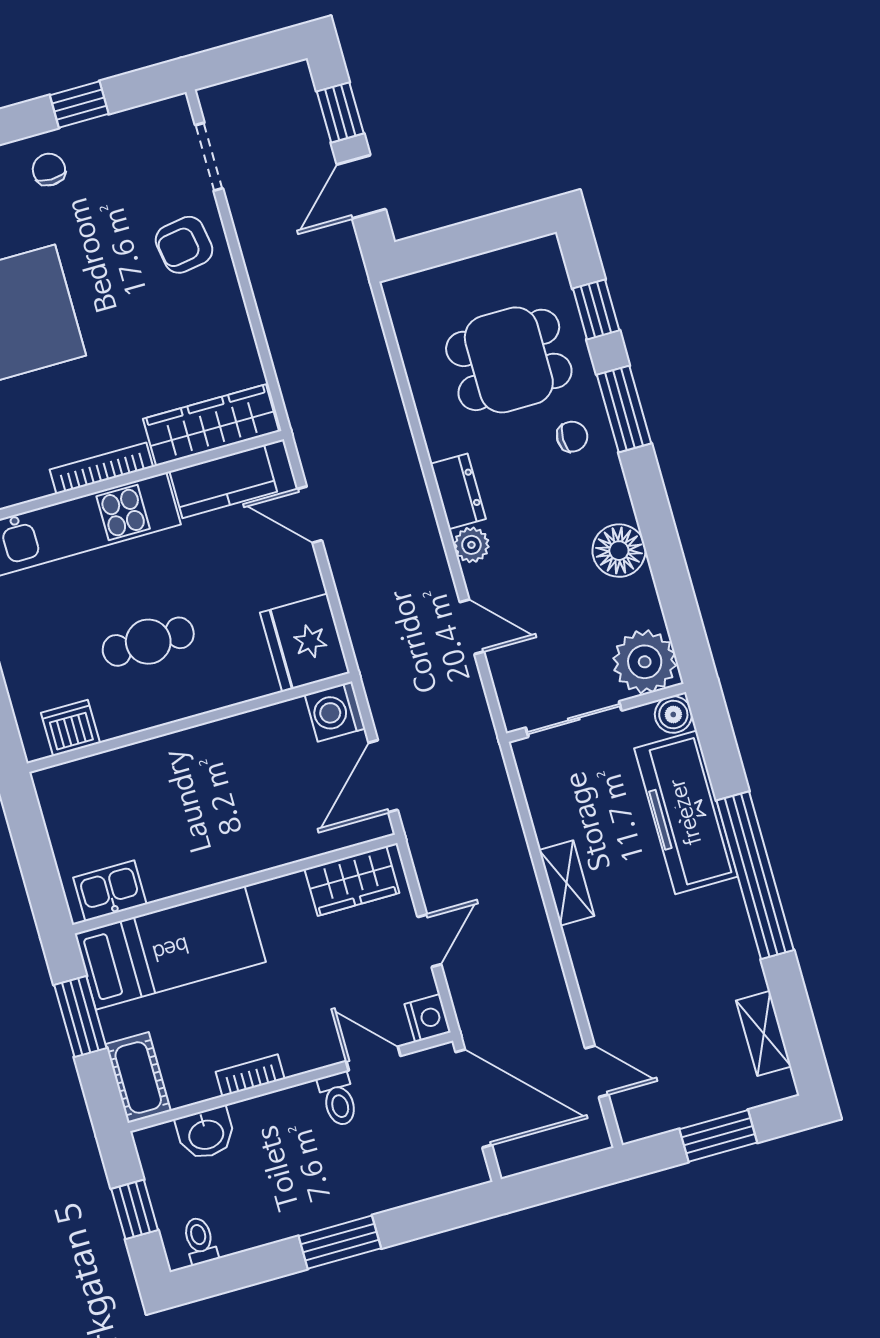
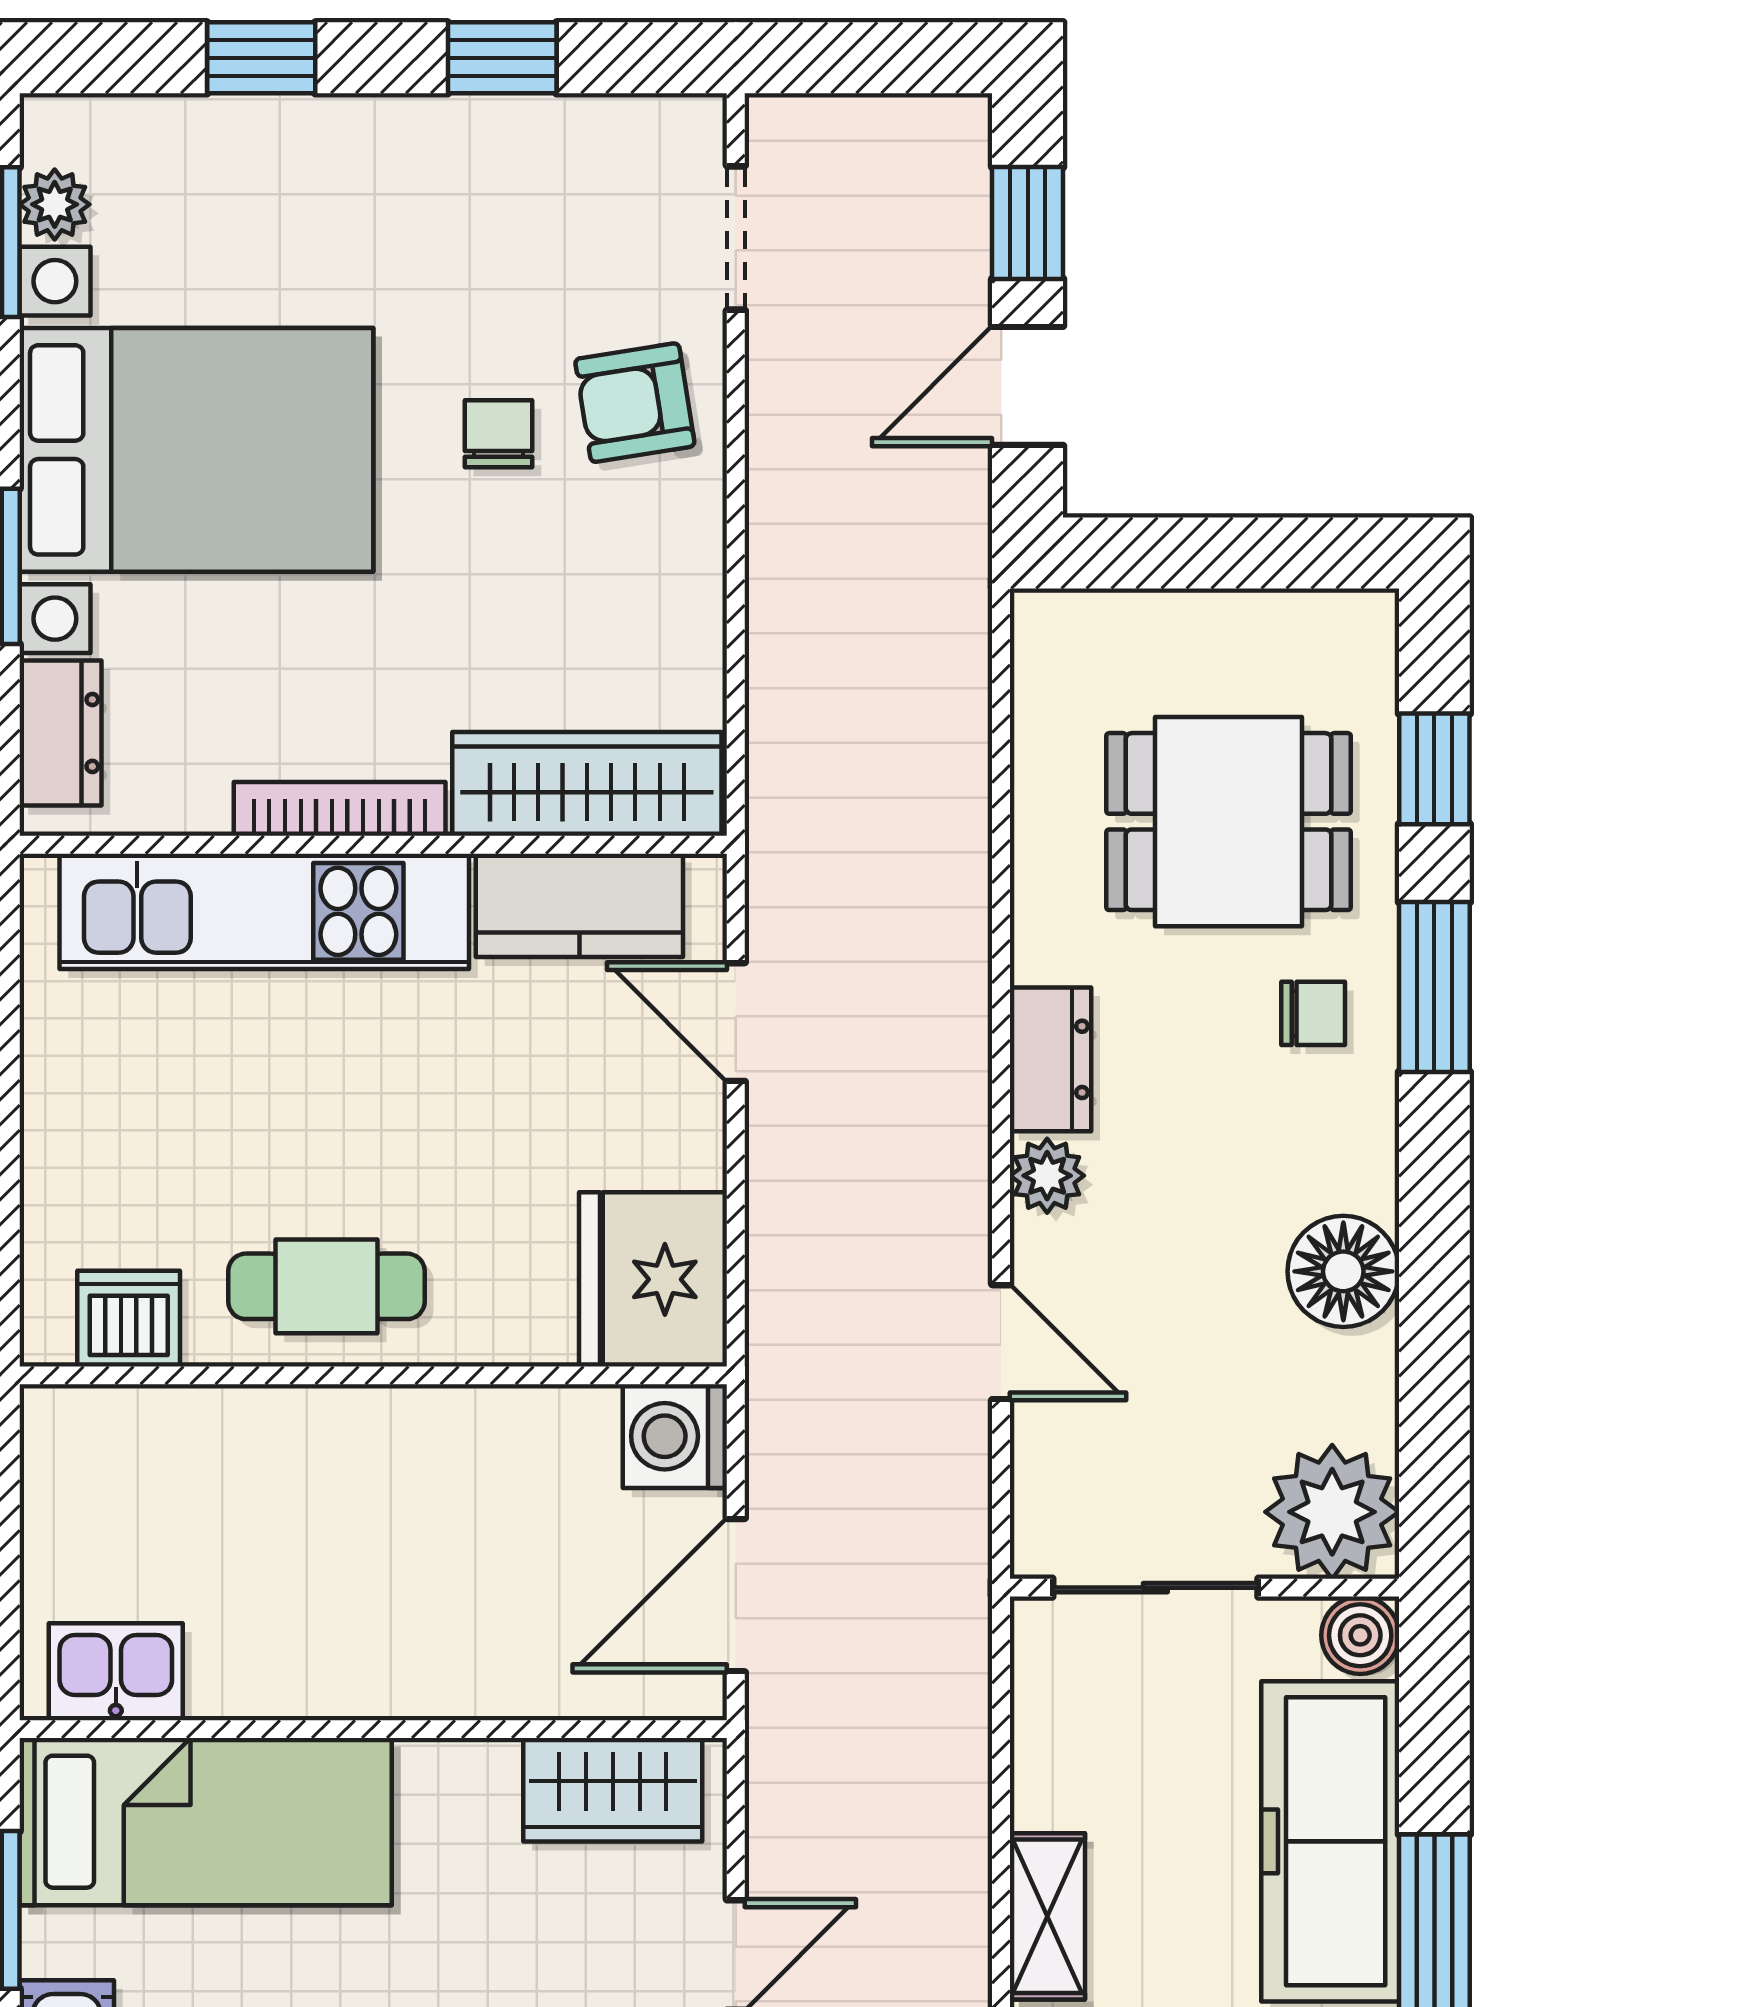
chair: (49, 170) -> (499, 434), moved
cafe table: (148, 642) -> (326, 1286), moved

